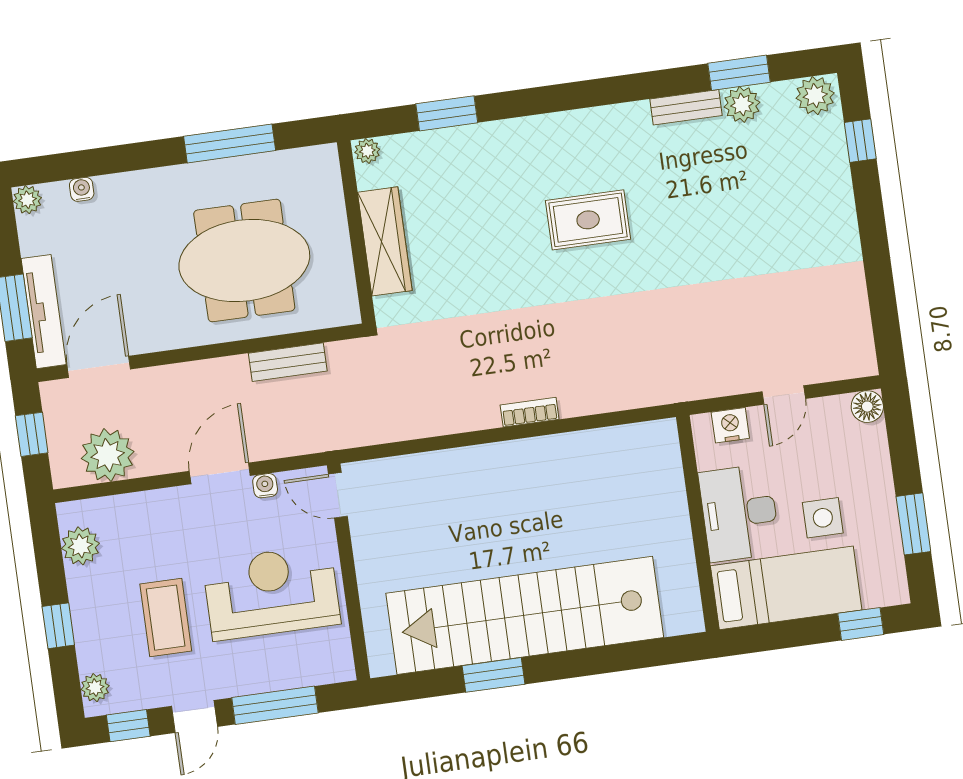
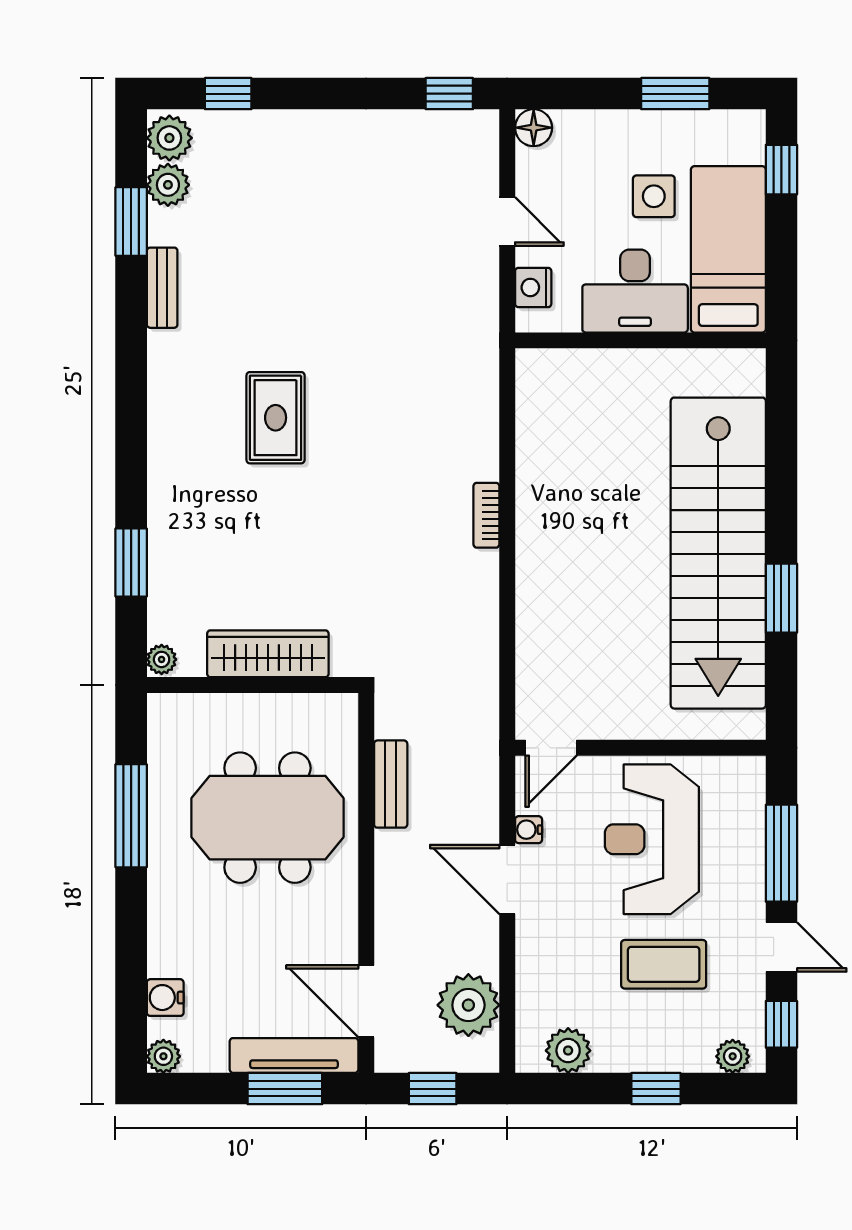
plant: (742, 105) -> (168, 185), moved
water cooler: (82, 189) -> (165, 998), width x1.38, depth x1.38
meeting table: (244, 261) -> (267, 818), turned 90
window: (887, 330) -> (449, 94), added

